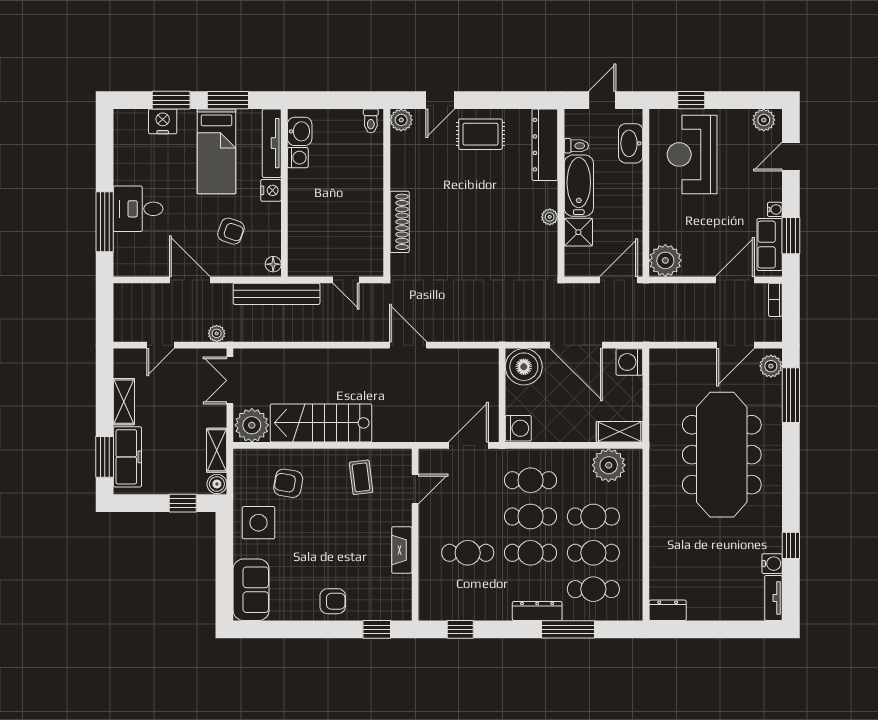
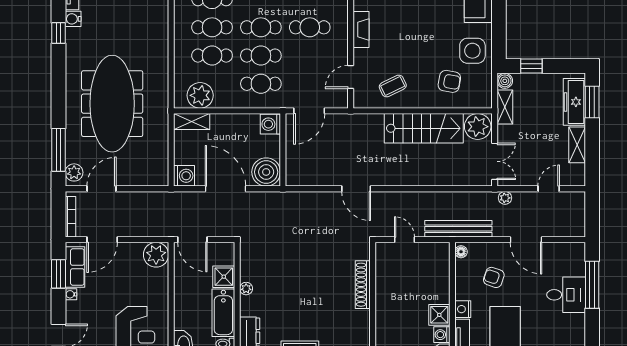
shower: (301, 183) -> (439, 315), added
door: (619, 280) -> (192, 240), hinge flipped
bookcase: (775, 300) -> (70, 217), width x1.56
coffee table: (361, 477) -> (393, 86), turned 71

